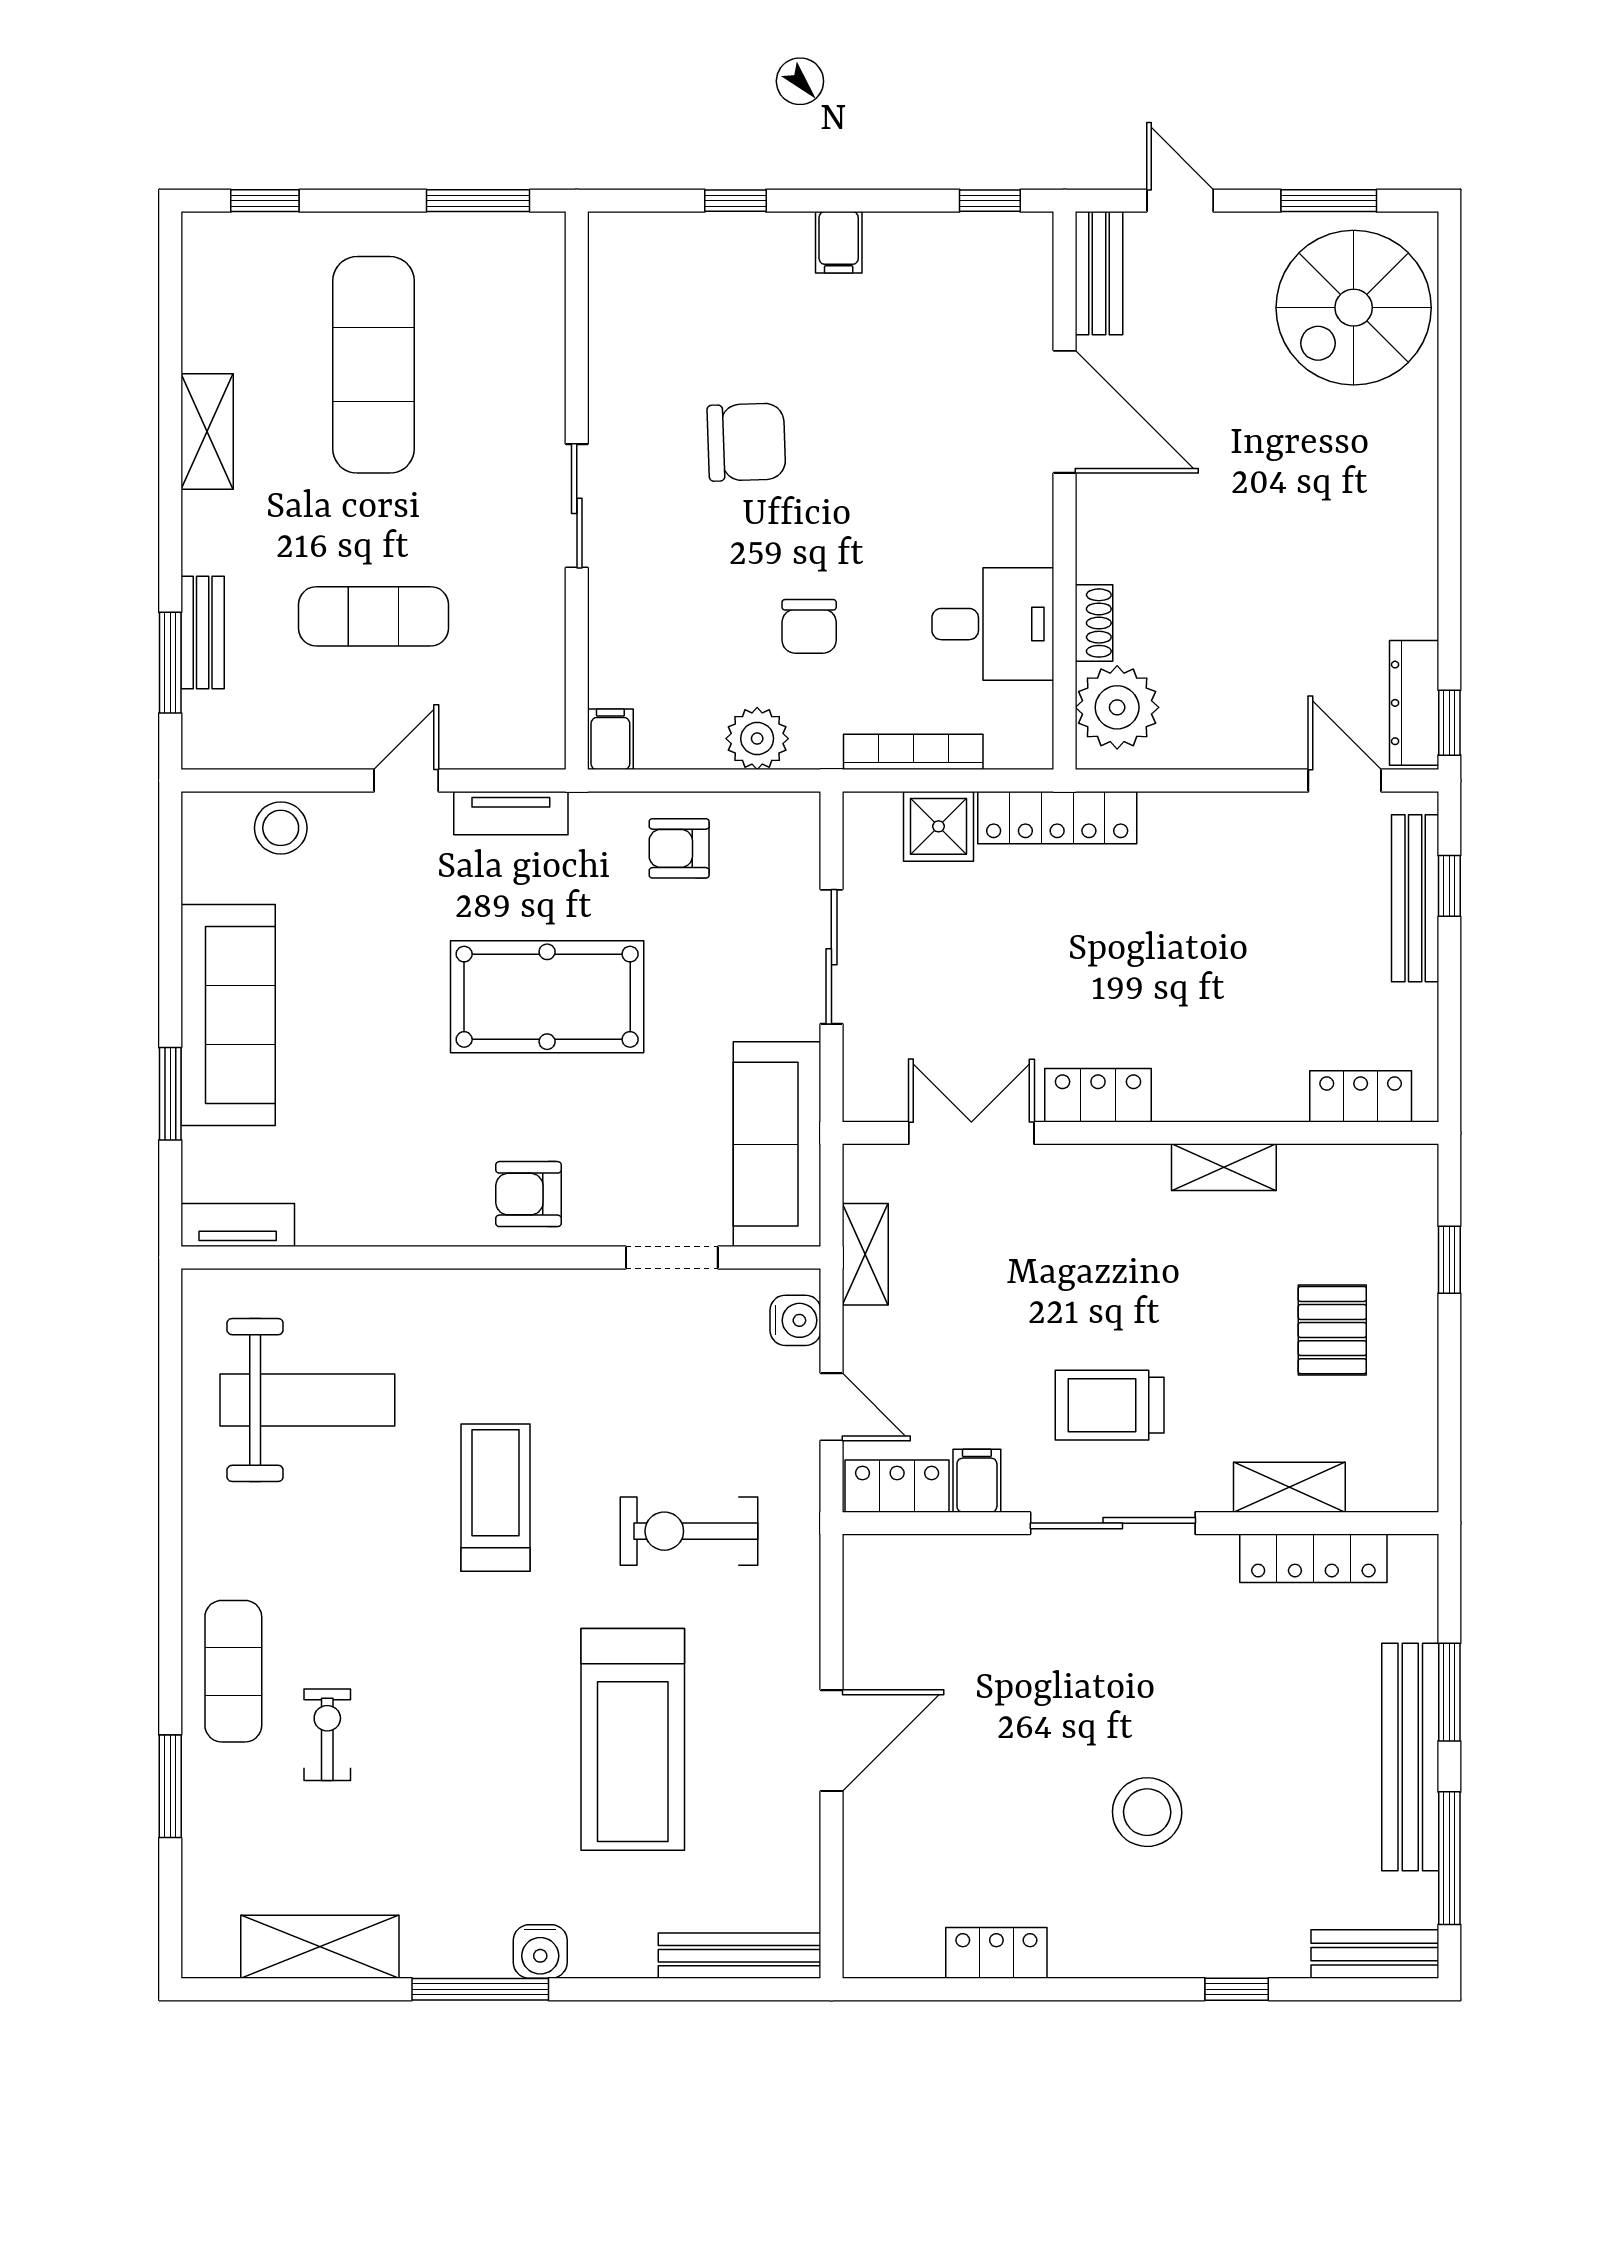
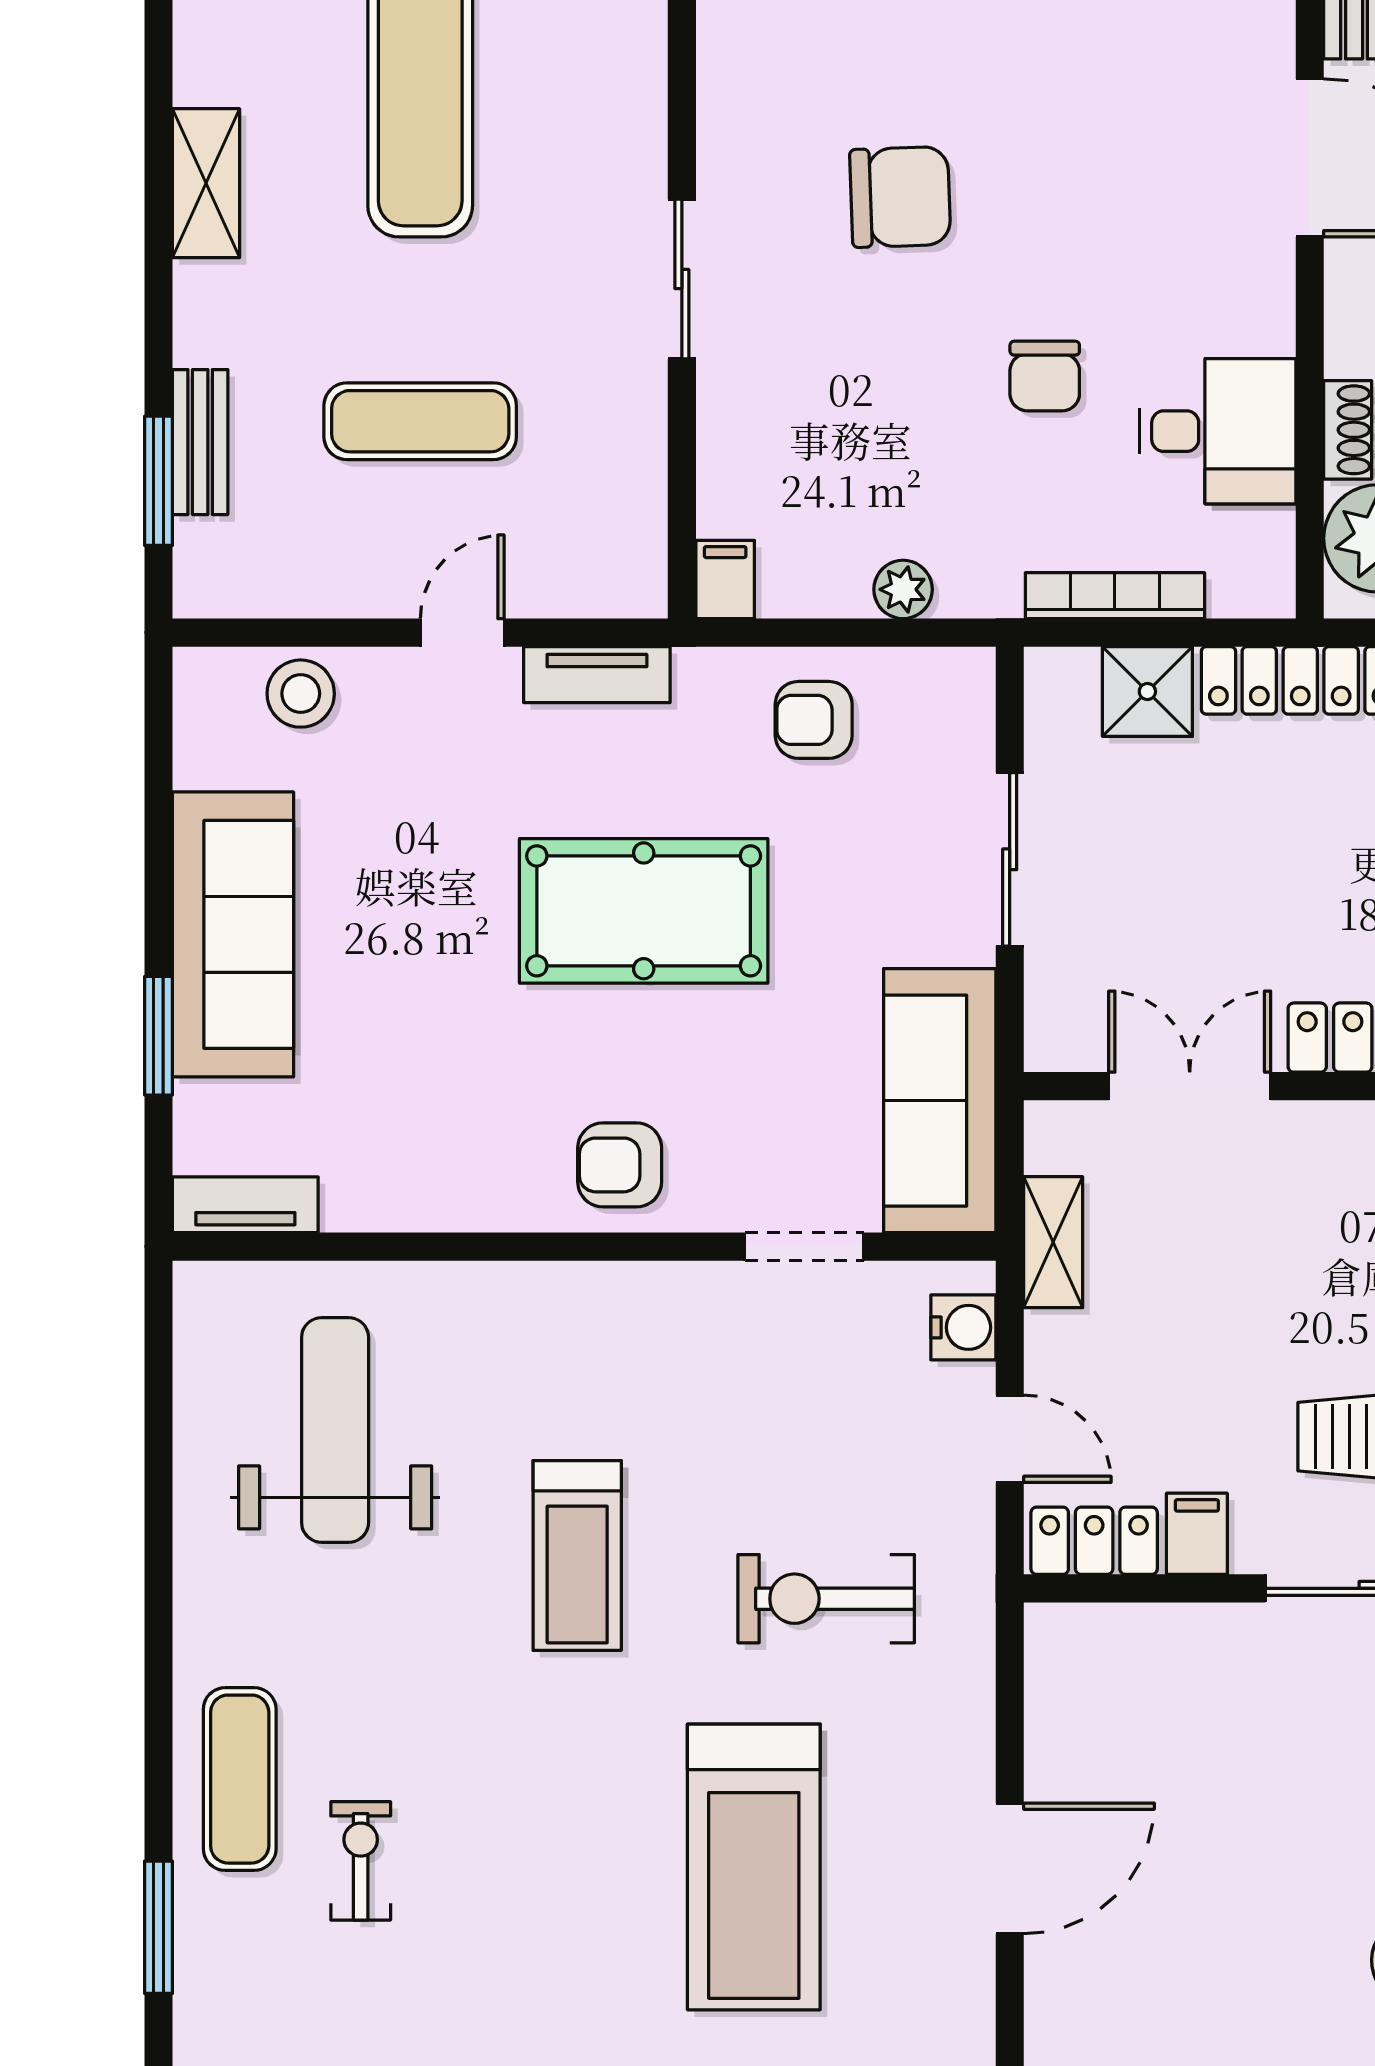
chair: (809, 626) -> (1045, 376), moved
plant: (757, 739) -> (903, 589), width x0.73, depth x0.73
weight bench: (307, 1400) -> (335, 1430), turned -90
treadmill: (495, 1498) -> (577, 1555), turned 180

